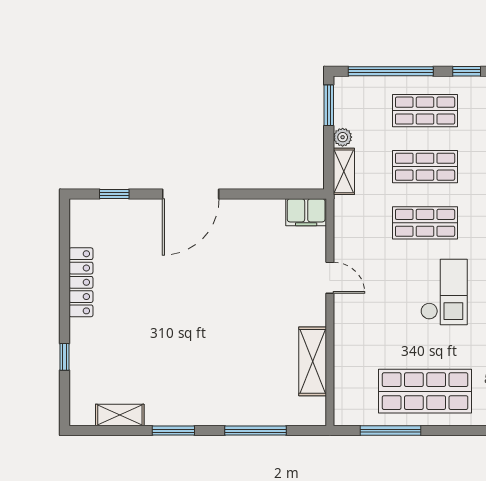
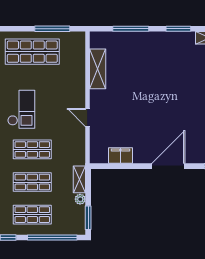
filing cabinet: (306, 212) -> (120, 156), moved
checkout: (444, 292) -> (21, 109), turned 180

